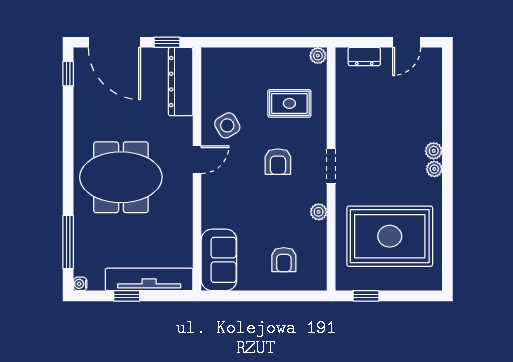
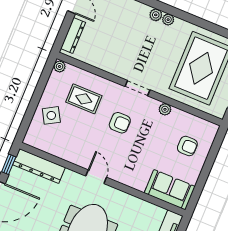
dresser: (364, 57) -> (73, 35), width x1.44
rug: (289, 103) -> (84, 99), turned 90
side table: (227, 125) -> (51, 115), moved

